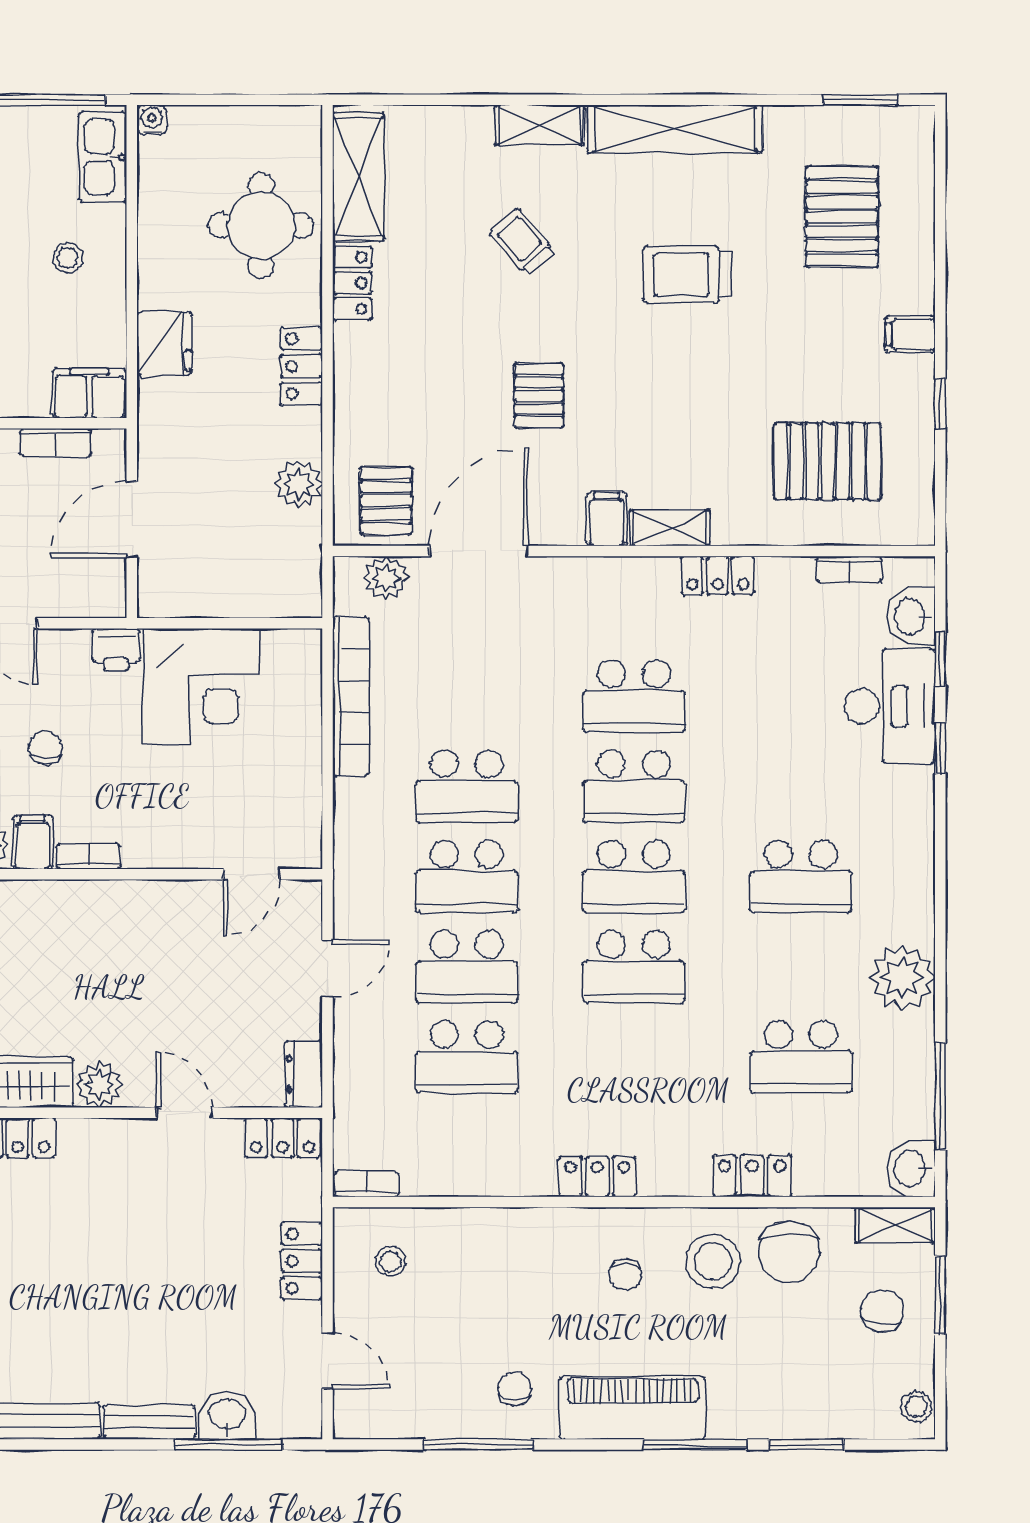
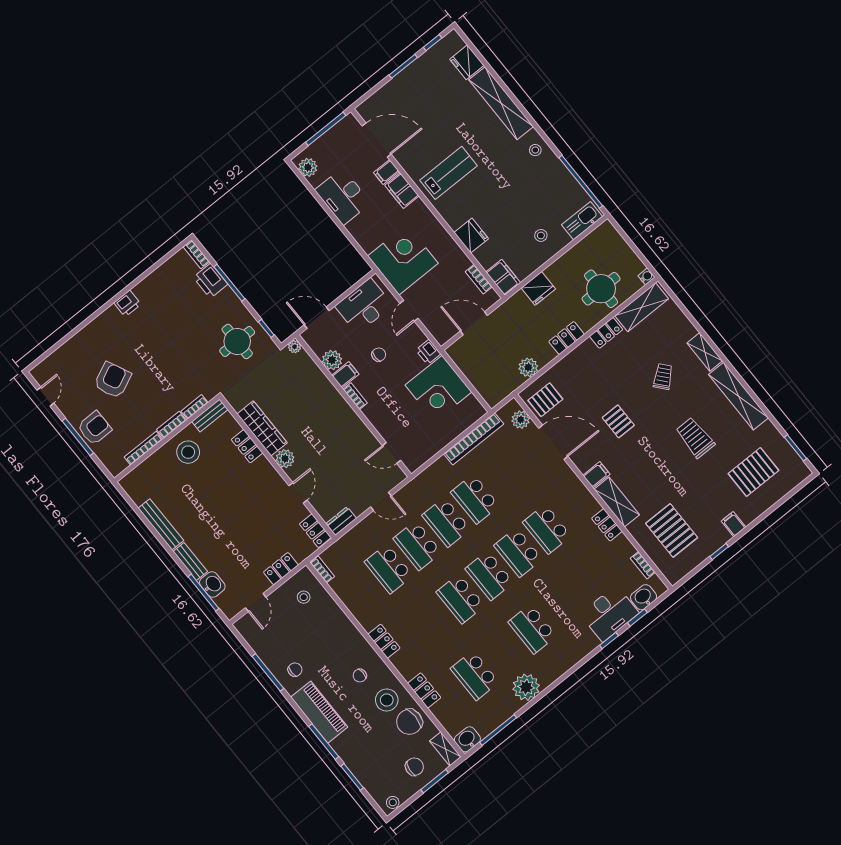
water cooler: (152, 120) -> (647, 276), moved
pallet: (539, 396) -> (618, 421), turned 90
shelving: (670, 528) -> (617, 502), width x1.50, depth x1.33

